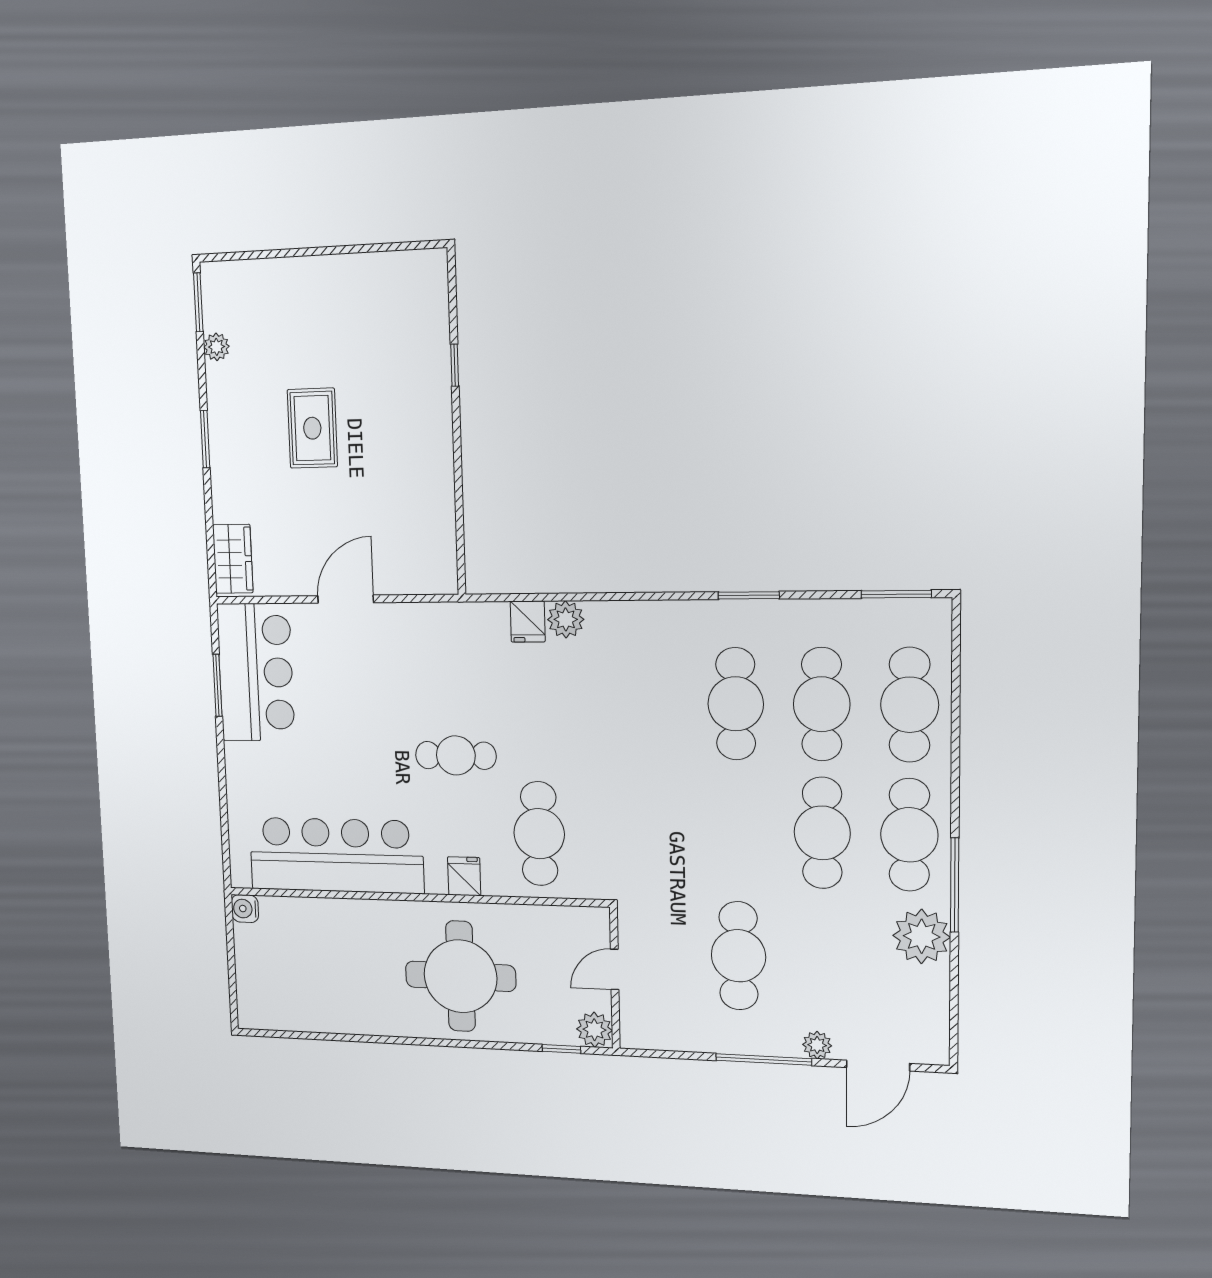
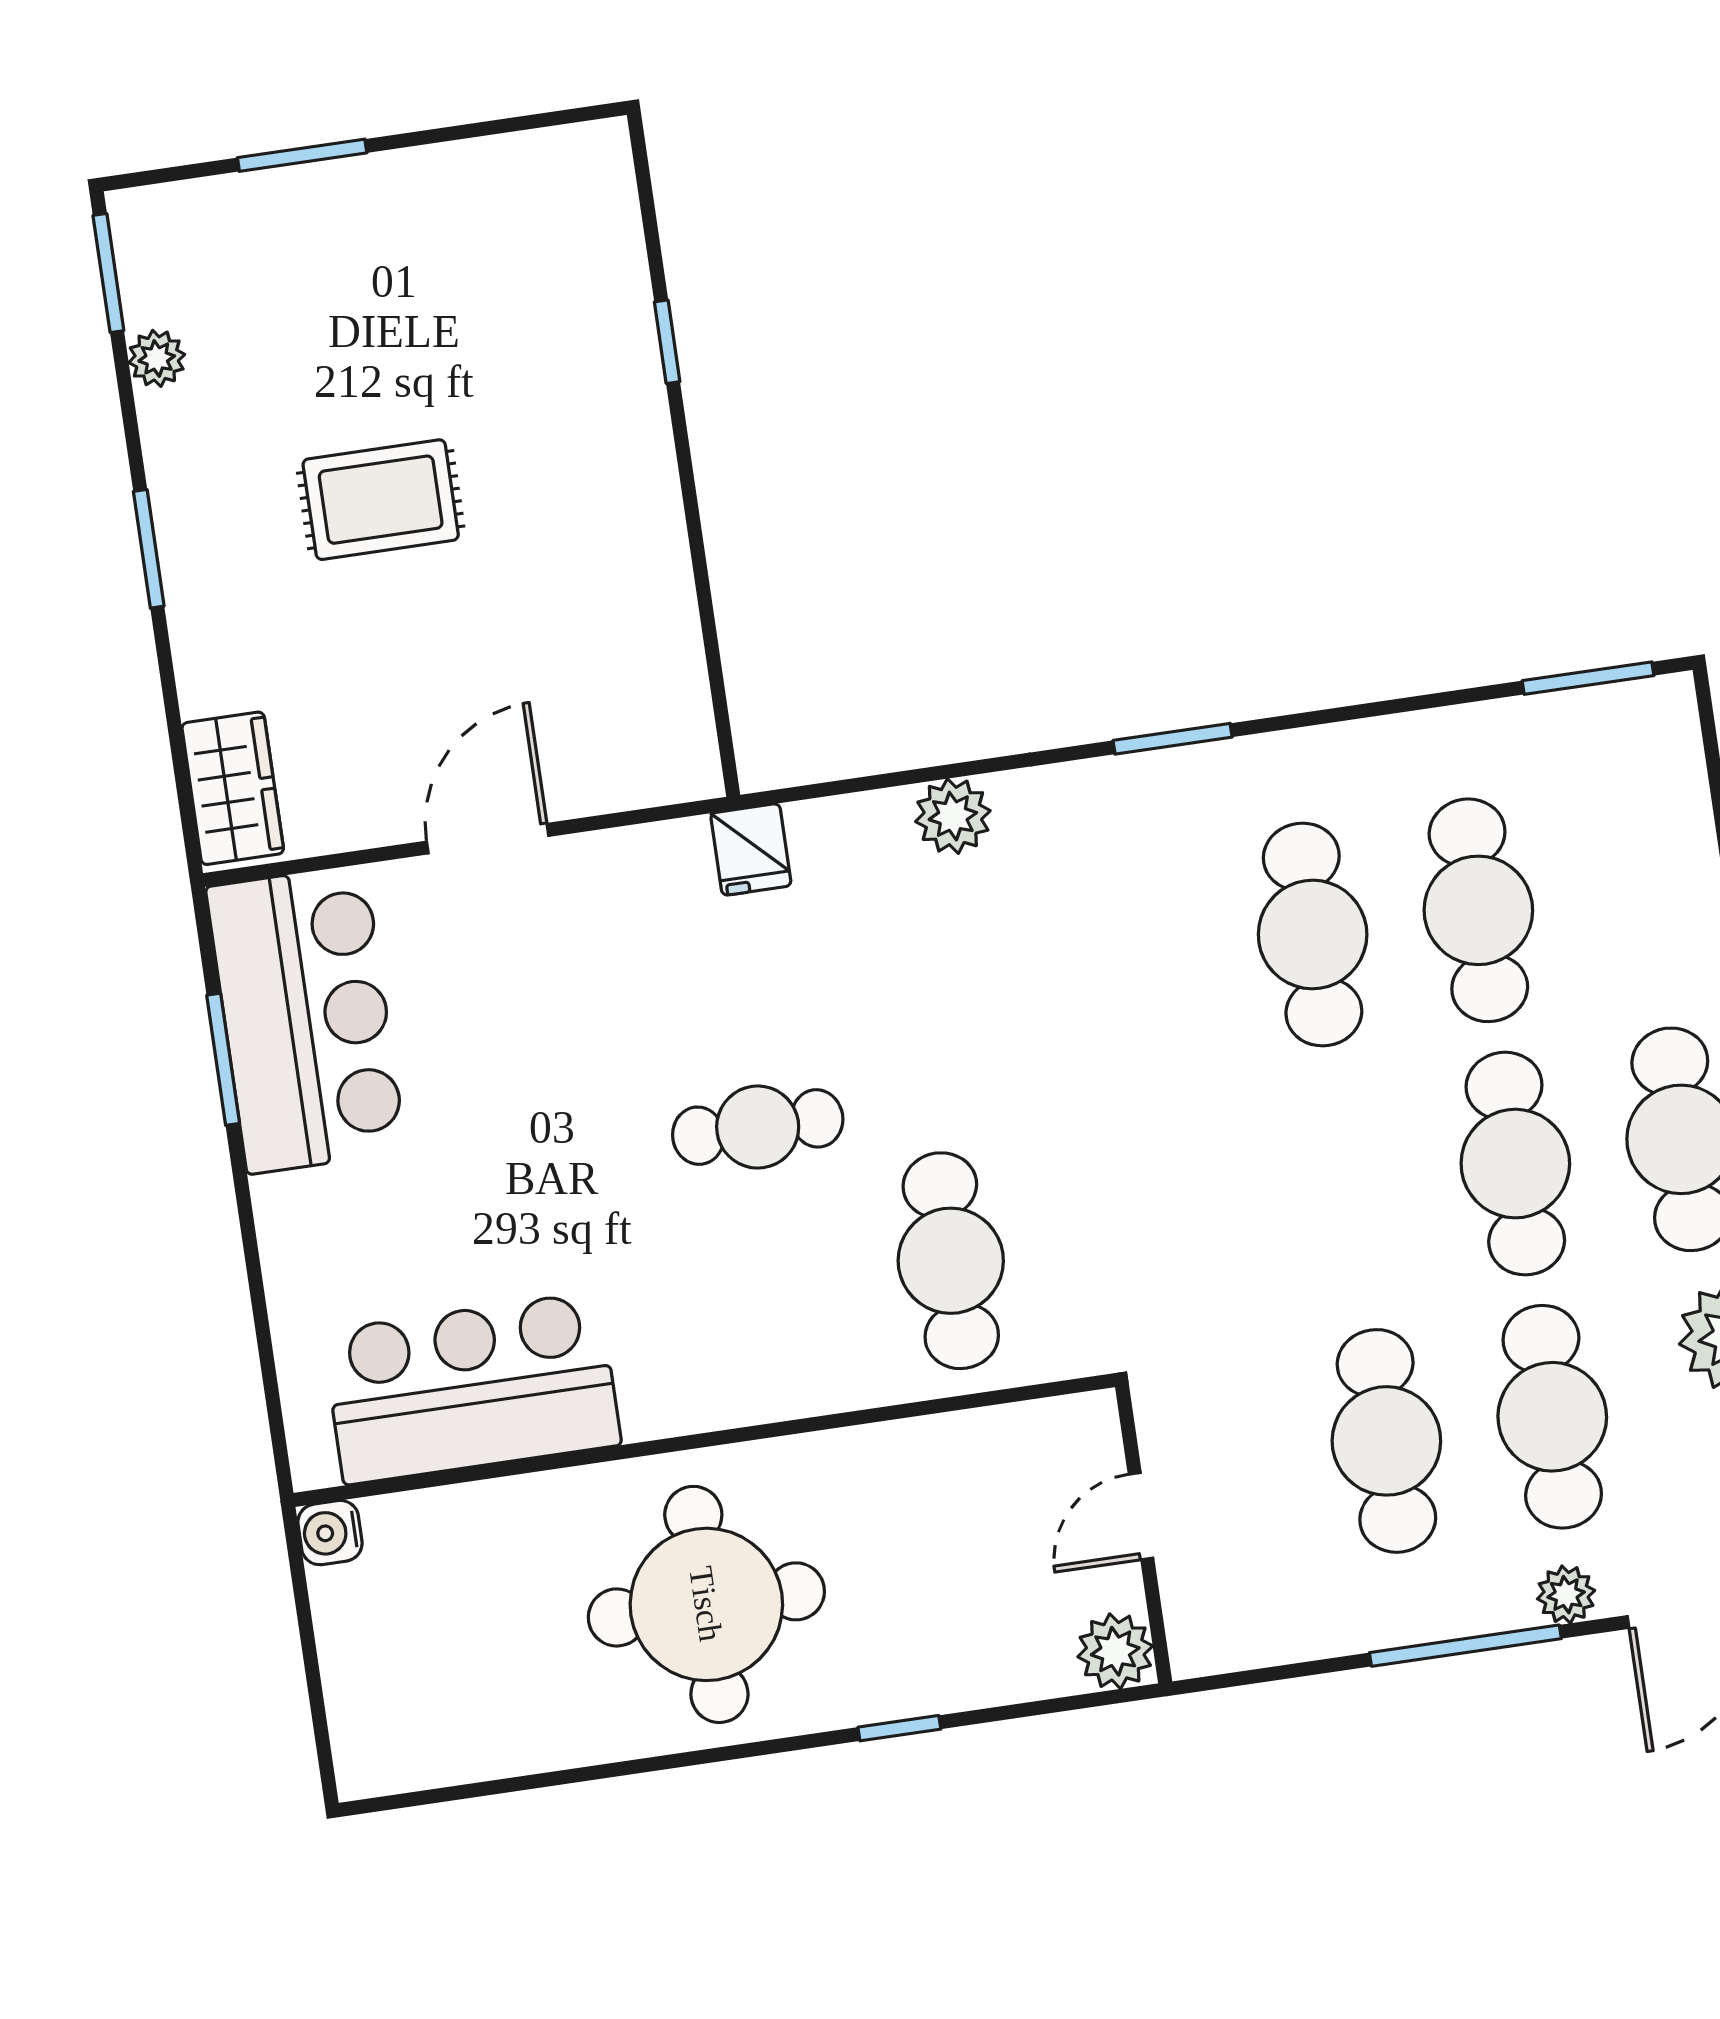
window: (292, 253) -> (302, 155), added
rug: (312, 428) -> (381, 500), turned 90
window: (749, 595) -> (1173, 739), moved
fridge: (528, 622) -> (751, 849), moved
cafe table: (910, 705) -> (1552, 1417), moved
bar counter: (336, 855) -> (472, 1388), width x0.73
fridge: (464, 876) -> (804, 1377), removed
round table: (460, 976) -> (706, 1604), moved
window: (561, 1049) -> (899, 1728), moved

